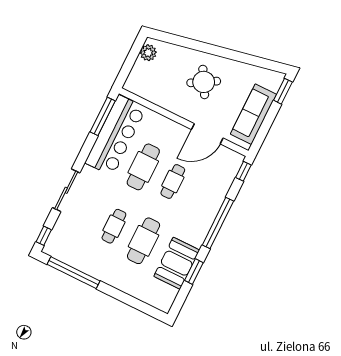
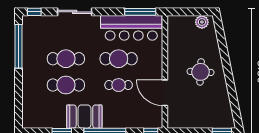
round table: (204, 82) -> (201, 72), turned 33
sofa: (253, 114) -> (195, 119), removed
cafe table: (114, 226) -> (66, 59), width x1.37, depth x1.35
booth: (177, 263) -> (84, 117), moved

